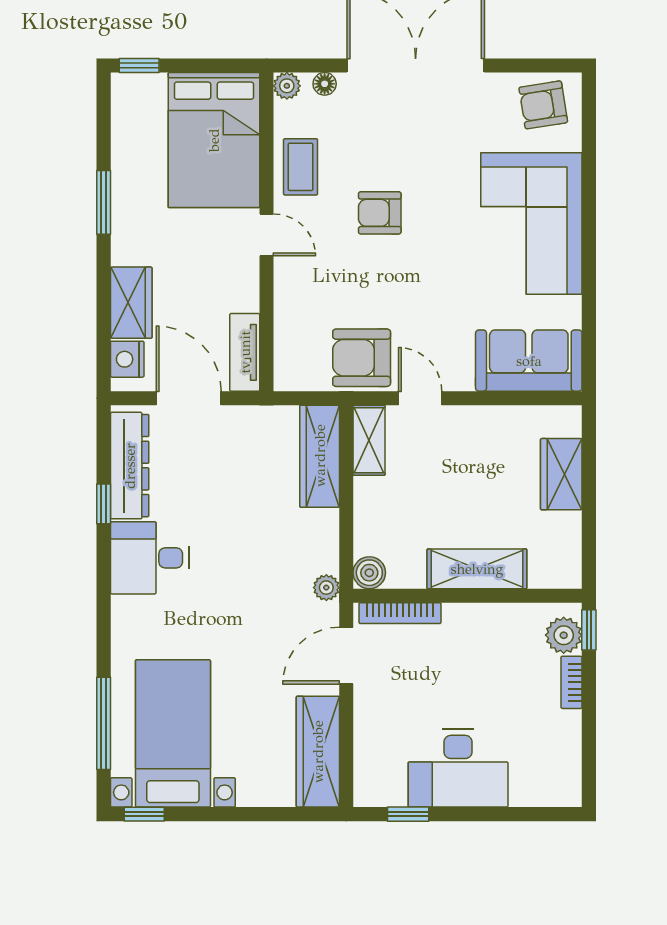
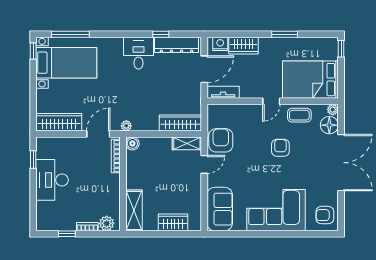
floor lamp: (325, 84) -> (329, 125), width x1.89, depth x1.89
armchair: (543, 105) -> (325, 215), turned -81
shelving: (477, 569) -> (134, 210), moved
window: (589, 630) -> (67, 234), moved
door: (346, 656) -> (98, 134), hinge flipped

